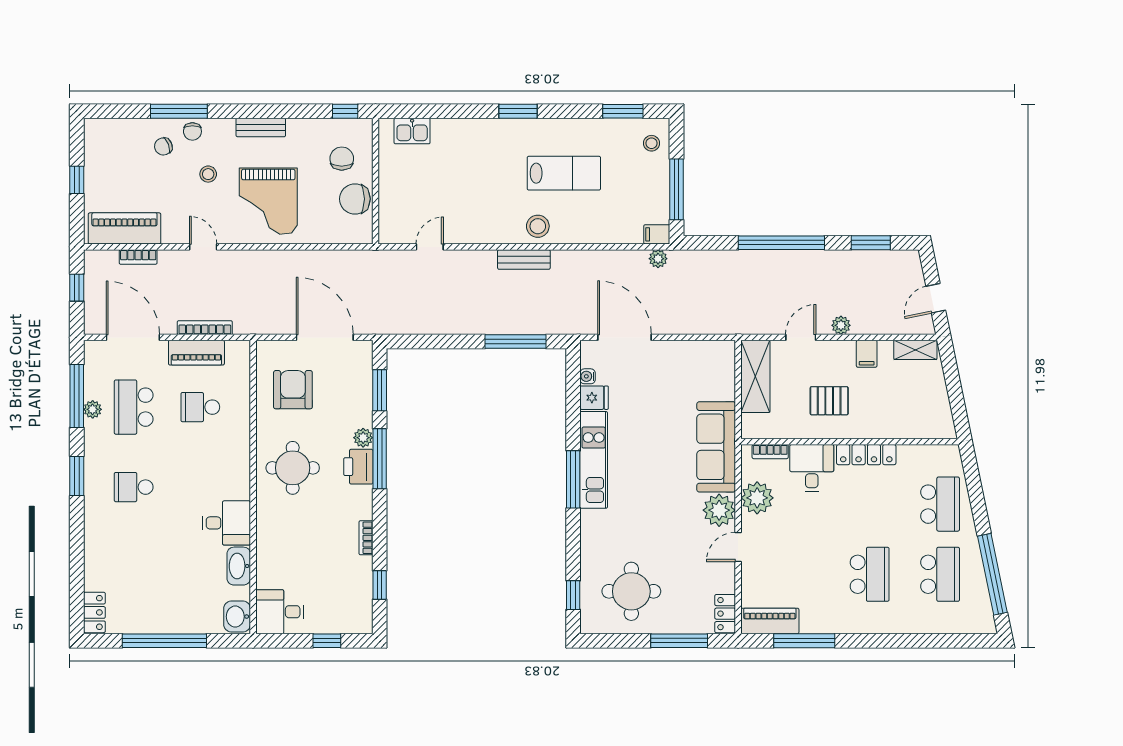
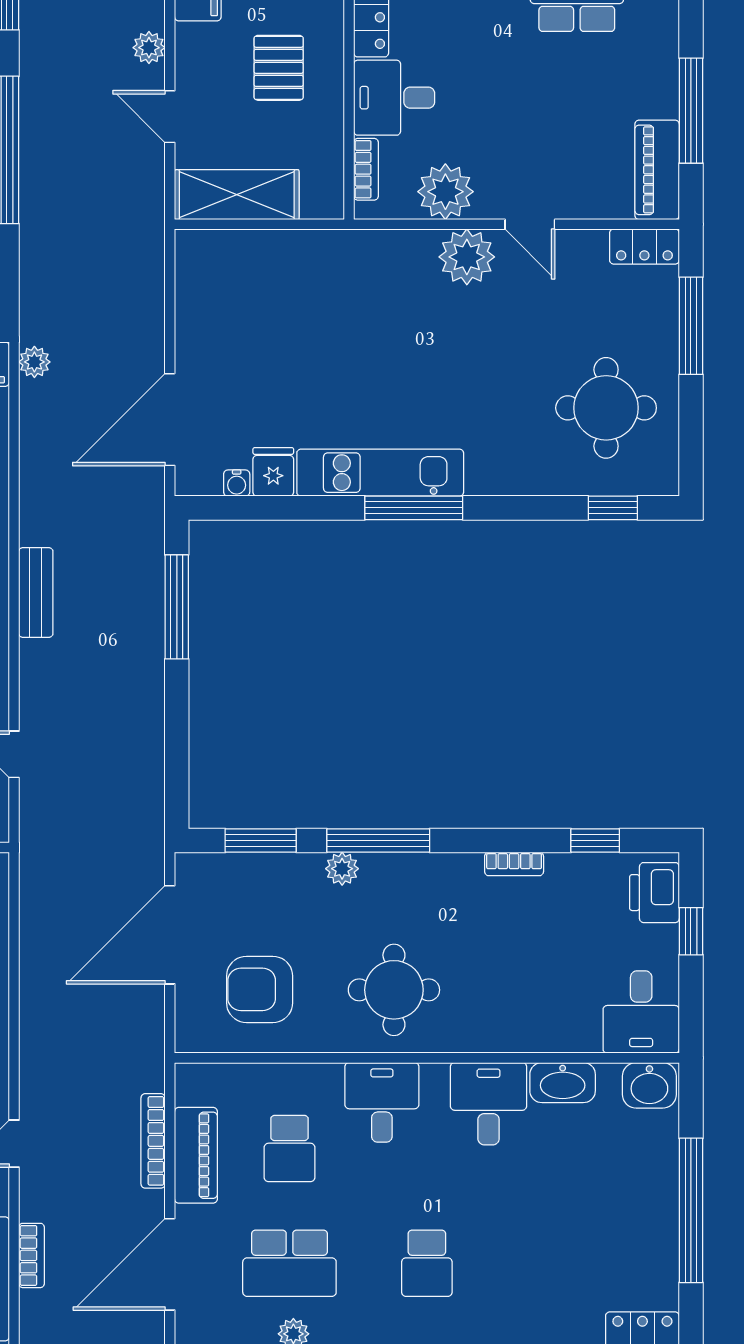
sofa: (716, 447) -> (358, 262), removed
desk: (227, 461) -> (382, 1102), added
printer: (358, 467) -> (654, 893), moved, turned 90

